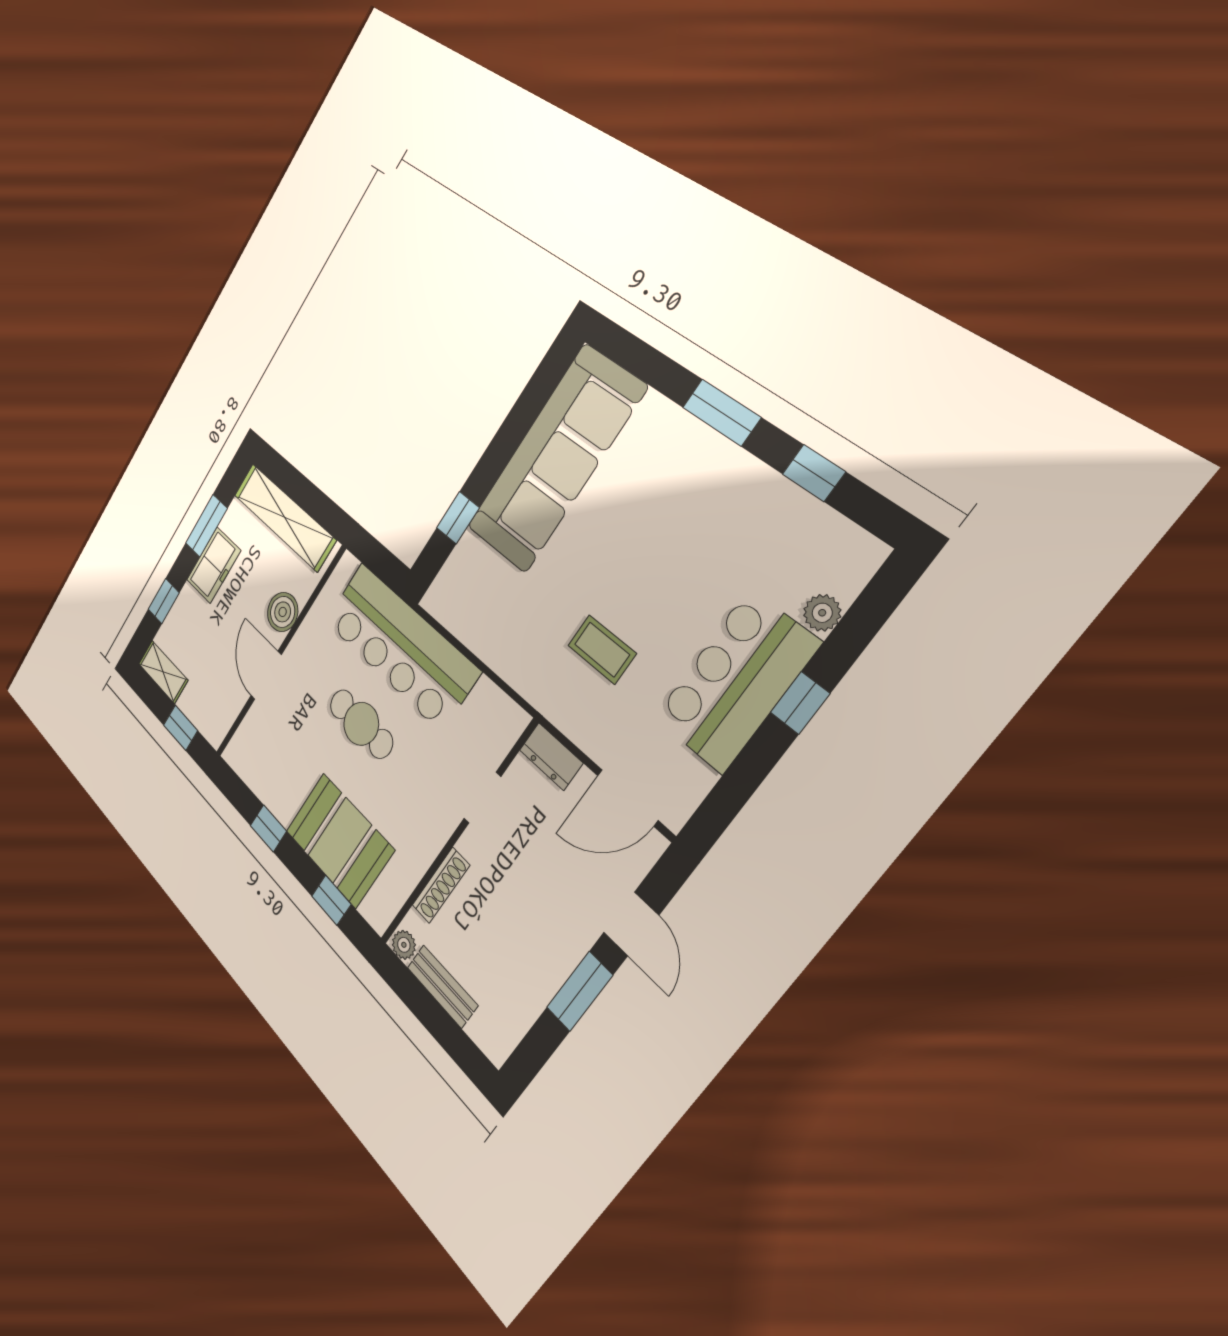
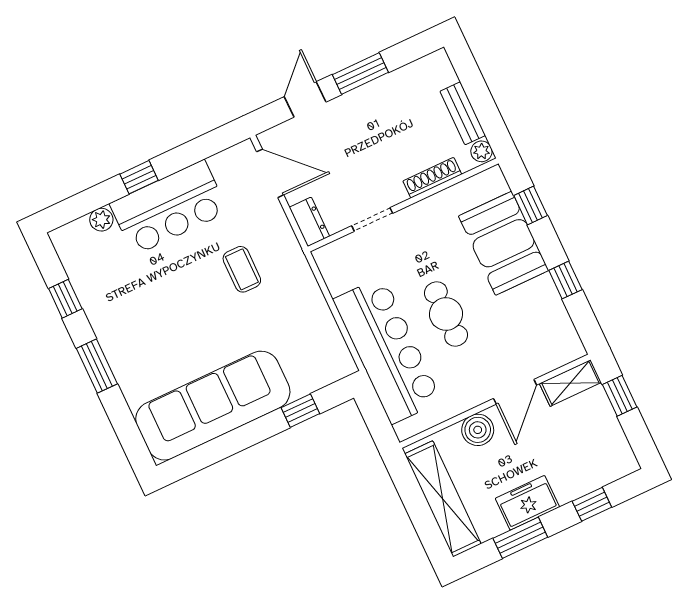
shelving: (163, 672) -> (570, 383), moved, turned 90

